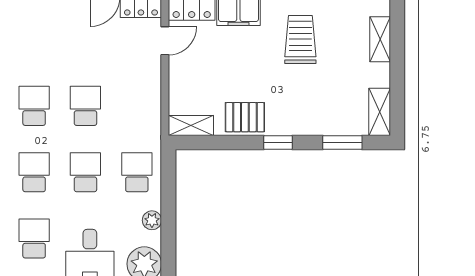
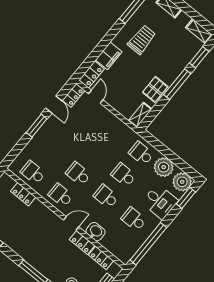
trolley: (300, 40) -> (142, 40), turned 90
school desk: (85, 106) -> (96, 152), removed
window: (278, 142) -> (177, 84), width x2.17
plant: (152, 220) -> (164, 167), width x1.88, depth x1.88

